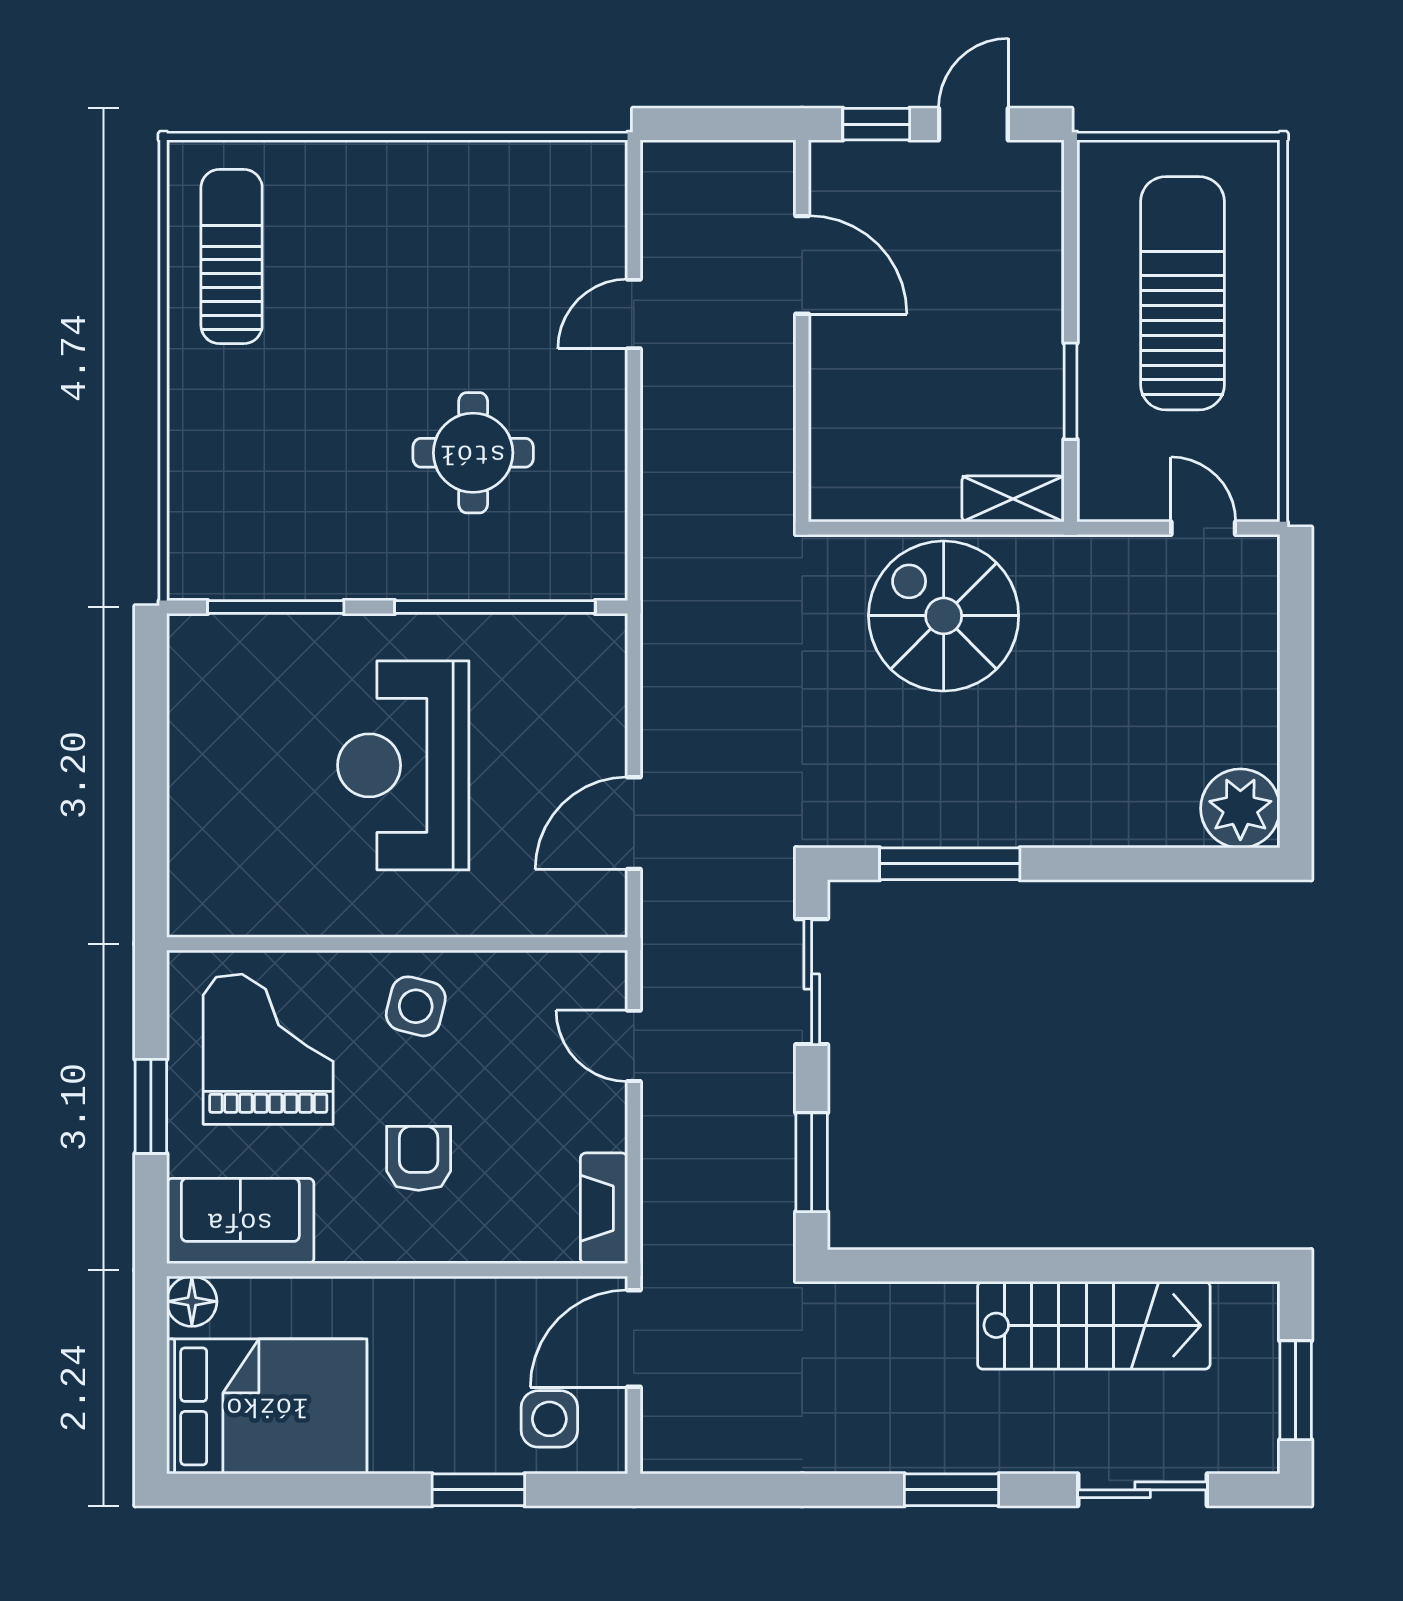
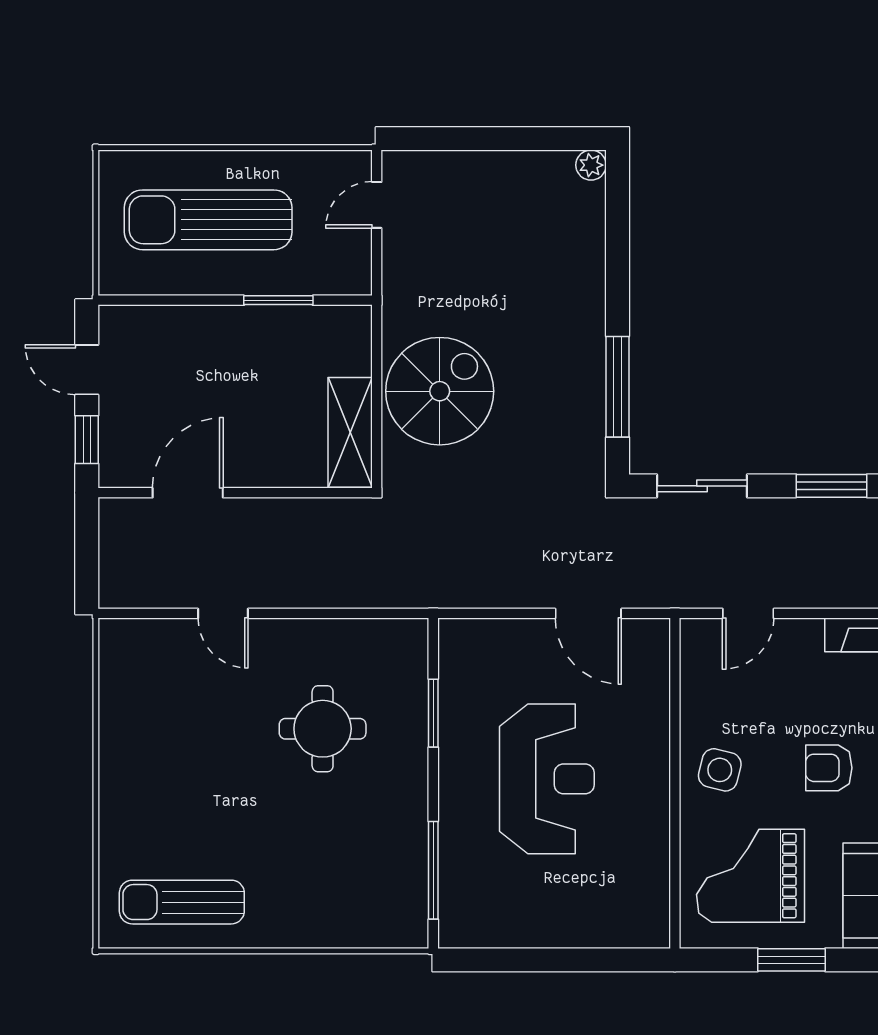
shelving: (1013, 499) -> (350, 432), moved, width x1.50, depth x1.33
window: (495, 607) -> (433, 713), width x0.47
spiral stairs: (944, 616) -> (440, 391), turned 180
reception desk: (403, 765) -> (547, 779), turned -90
plant: (1240, 808) -> (591, 165), width x0.53, depth x0.53

